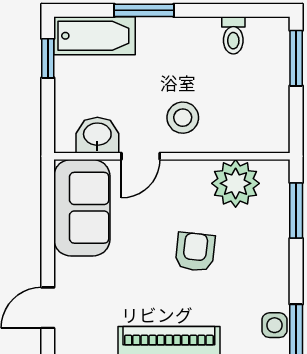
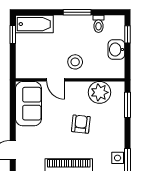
window: (144, 10) -> (77, 12), moved
window: (296, 58) -> (128, 34), width x0.67
washbasin: (97, 135) -> (116, 50), moved, turned -90
door: (141, 156) -> (56, 80), hinge flipped

